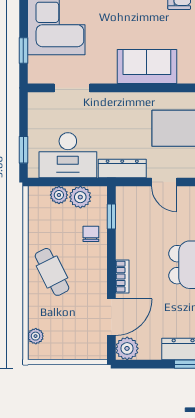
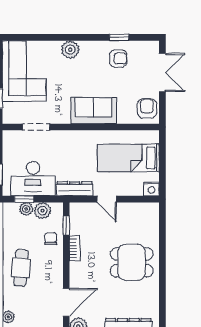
window: (56, 182) -> (24, 199), added
cafe table: (52, 272) -> (21, 268), turned 31
bookcase: (122, 277) -> (75, 248), moved

